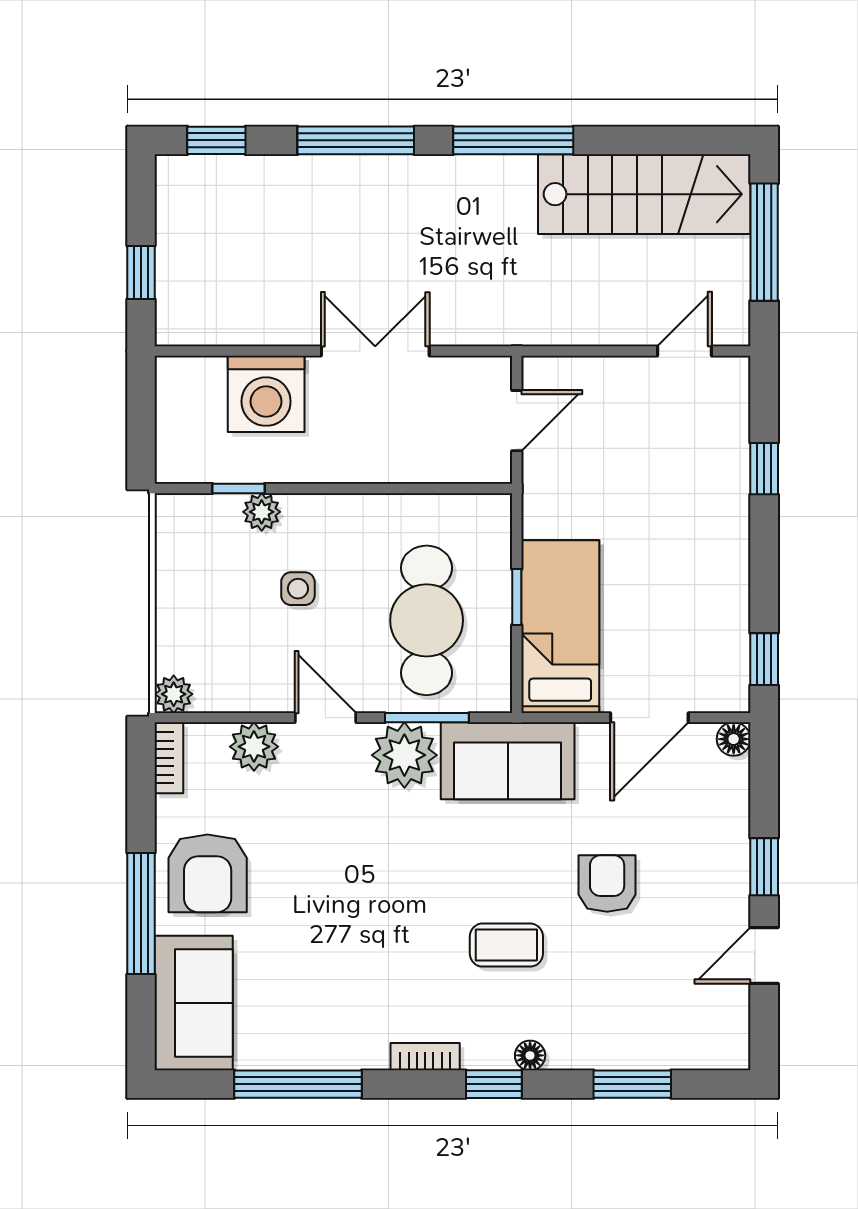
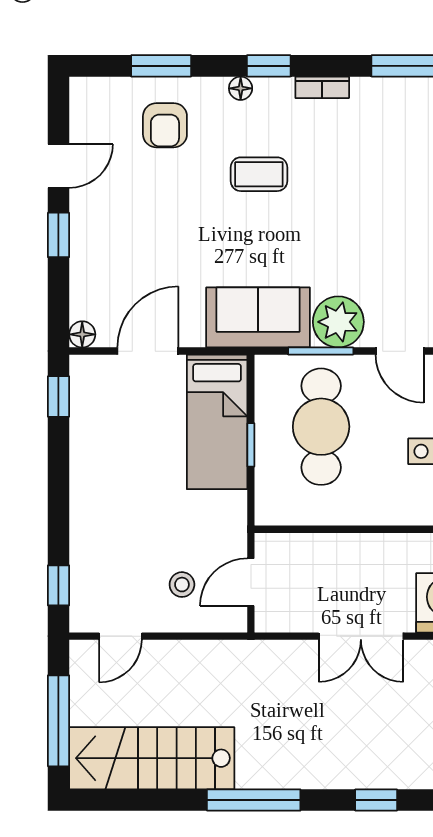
window: (356, 140) -> (376, 800), width x0.46
stool: (605, 417) -> (182, 585), added
window: (764, 469) -> (58, 585), moved
armchair: (607, 884) -> (165, 125), moved

